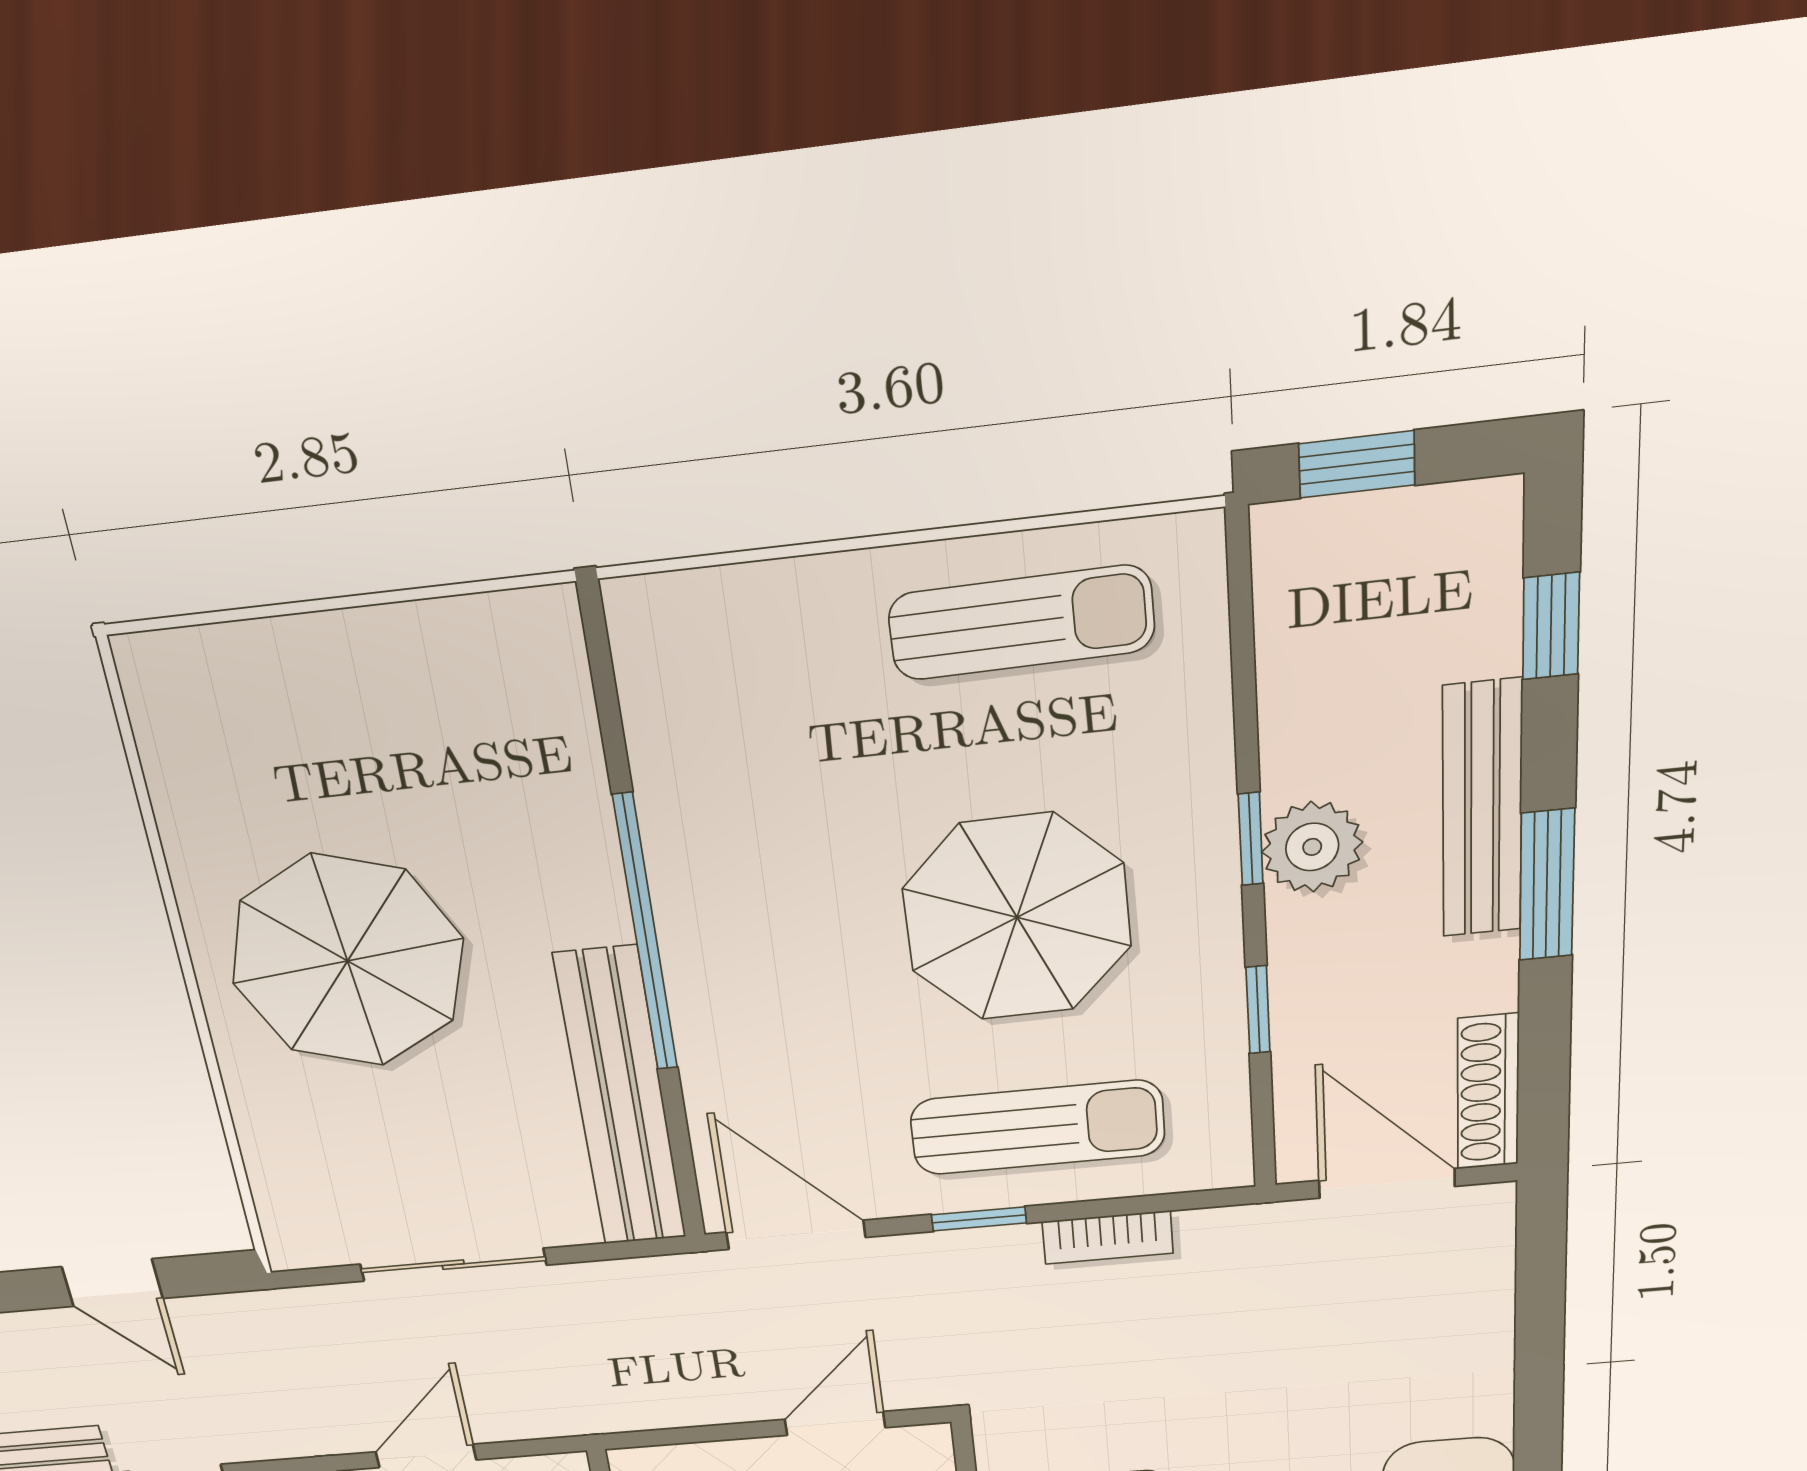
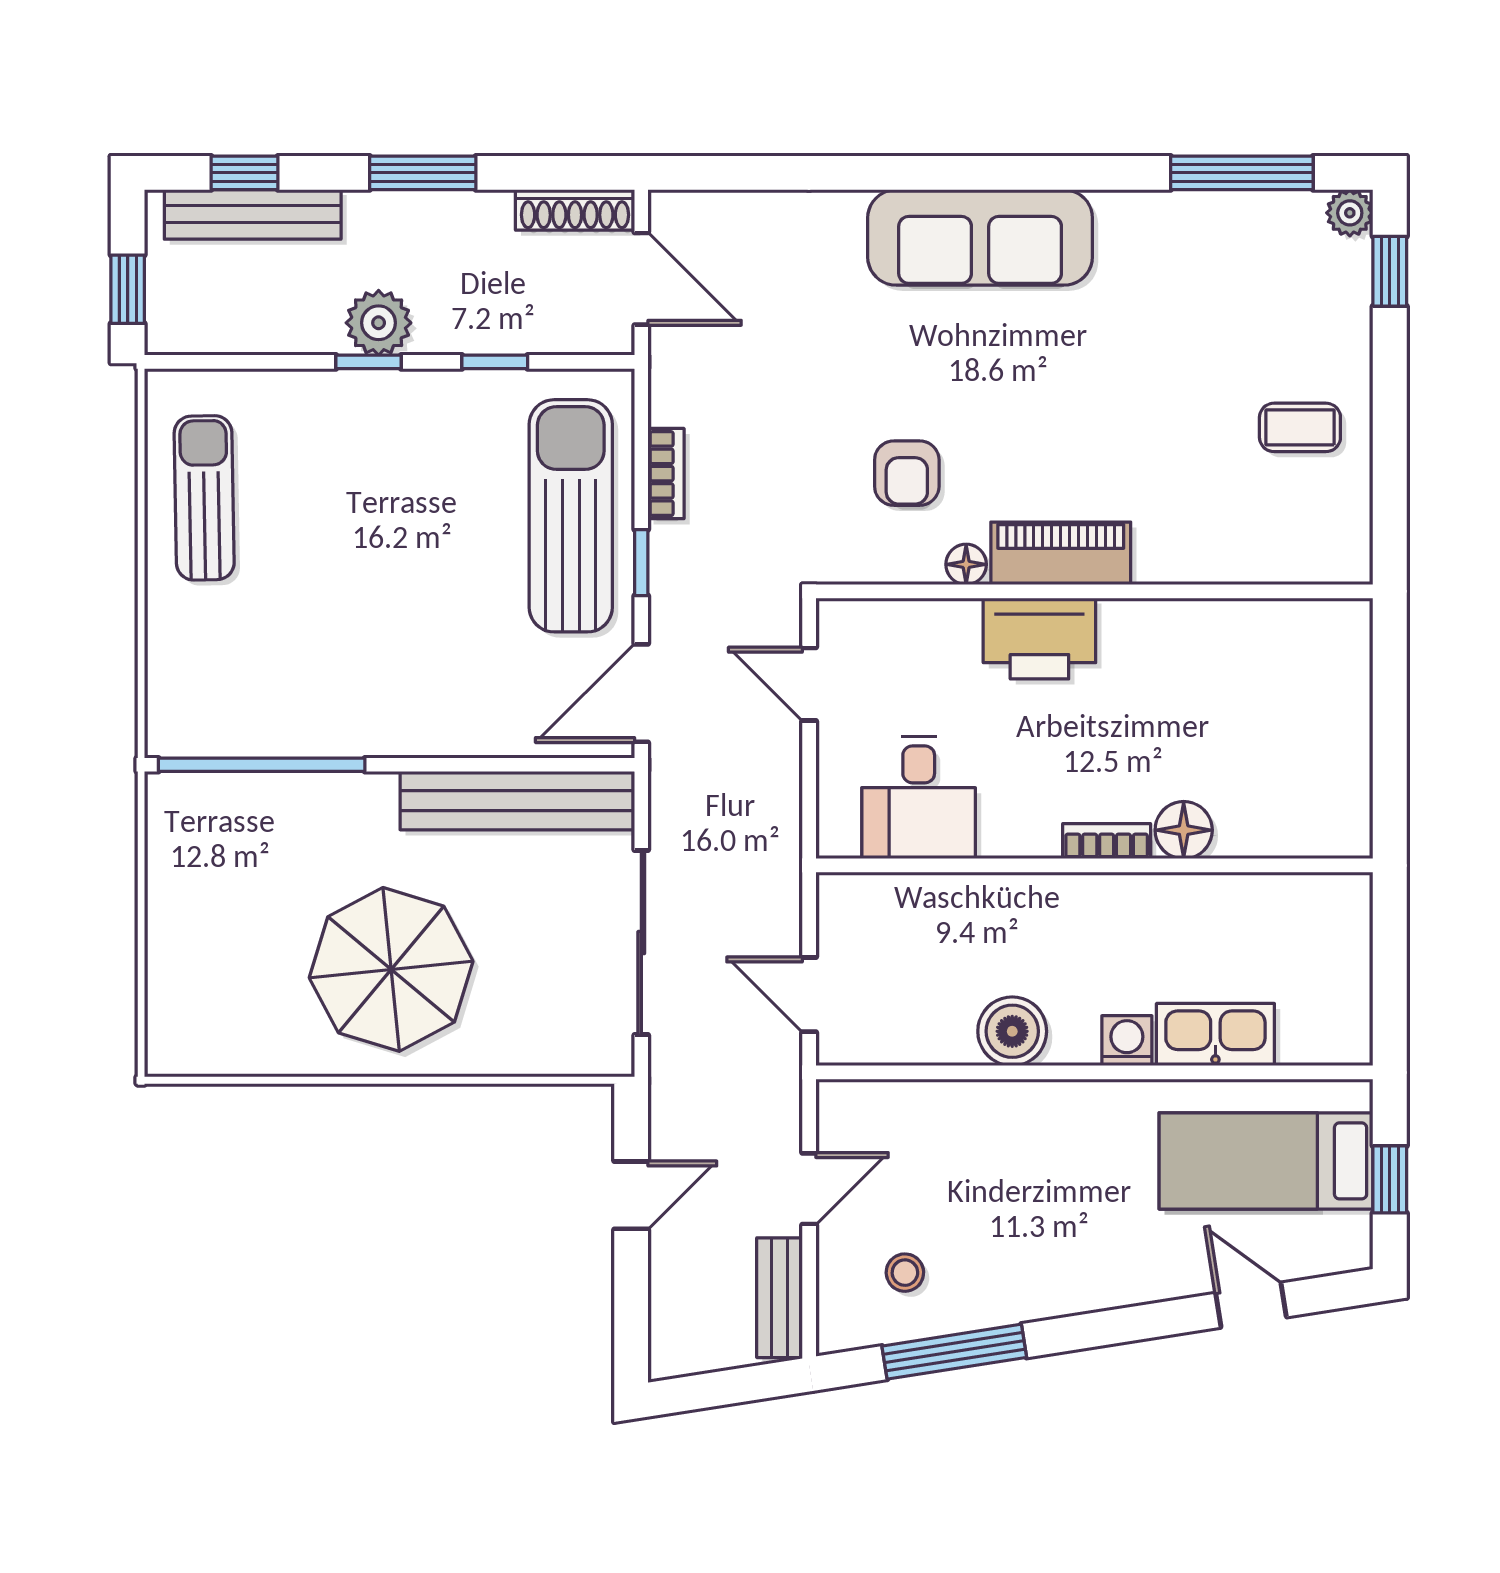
bench: (1482, 810) -> (253, 214), moved
parasol: (1017, 917) -> (408, 517), removed
window: (645, 934) -> (262, 765), moved
sun lounger: (1037, 1127) -> (571, 516), width x1.36, depth x1.34
door: (1387, 1183) -> (641, 279), swing flipped
sliding door: (453, 1265) -> (641, 943), width x1.37

